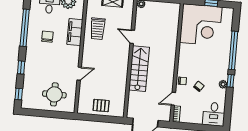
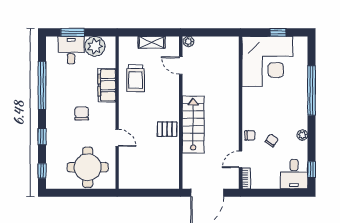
chair: (47, 37) -> (82, 113), moved
door: (132, 37) -> (181, 66), moved
door: (79, 74) -> (117, 138), hinge flipped
window: (231, 81) -> (312, 169), moved
round table: (54, 94) -> (88, 167), width x1.36, depth x1.36
pallet: (101, 105) -> (167, 129), moved

